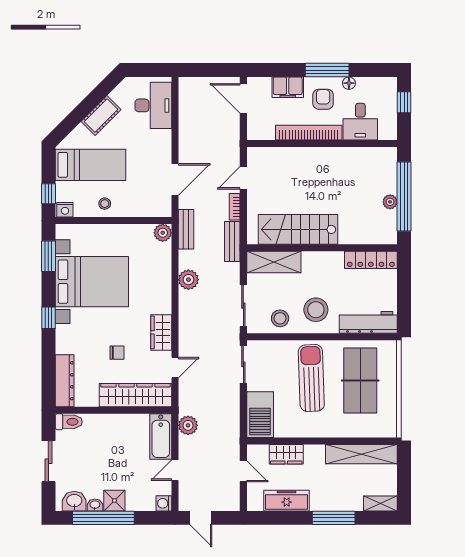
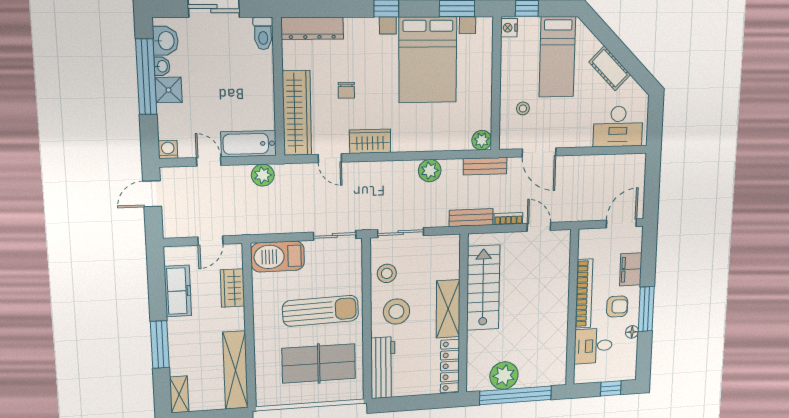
plant: (390, 202) -> (504, 376), width x1.88, depth x1.88
stool: (105, 204) -> (523, 108), moved
shelving: (274, 262) -> (448, 309), moved

